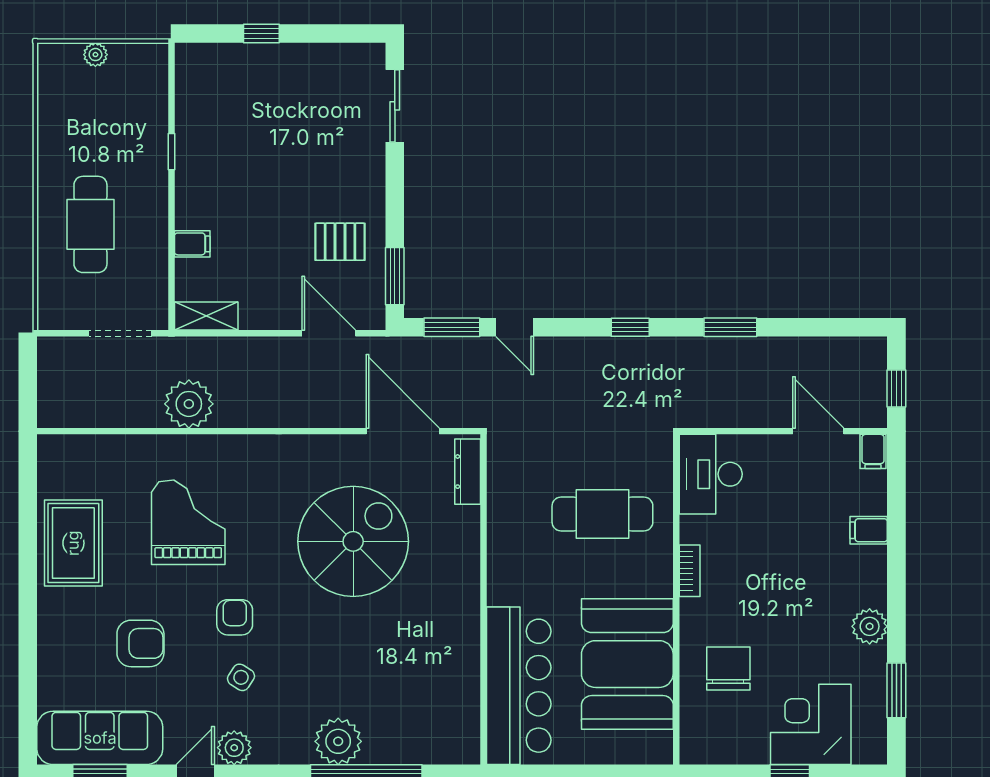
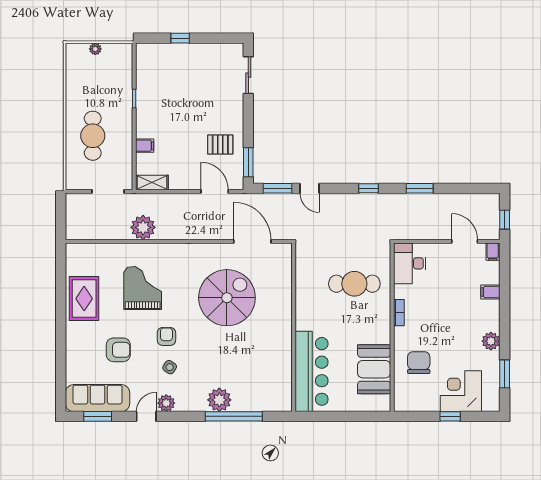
dresser: (468, 472) -> (285, 262), removed
booth: (627, 664) -> (374, 369), width x0.73, depth x0.70

